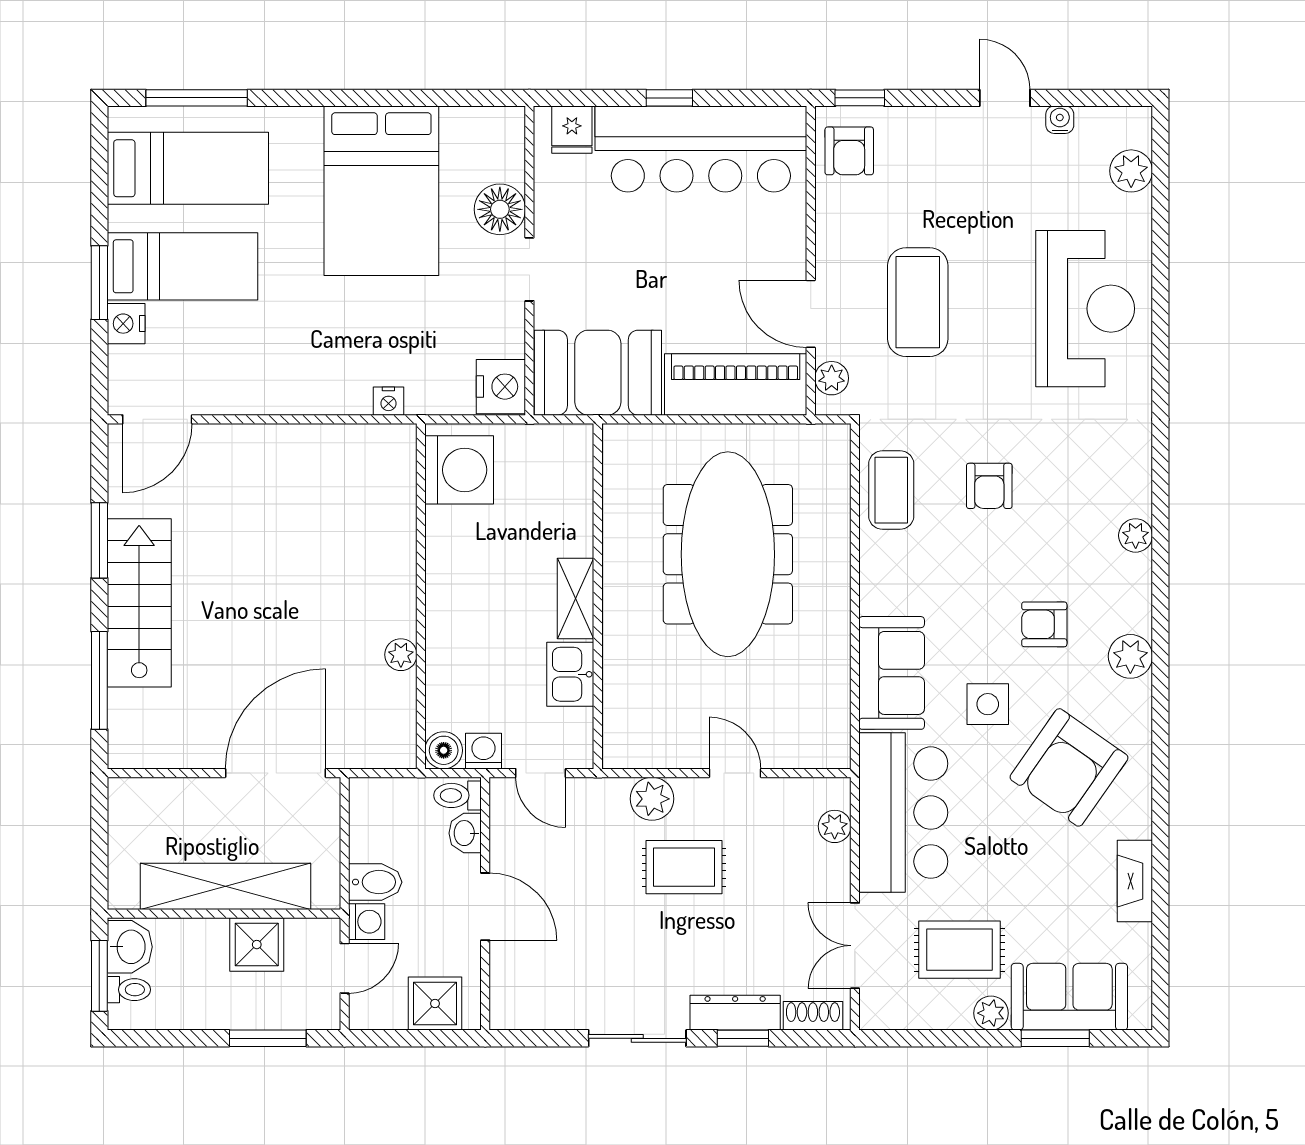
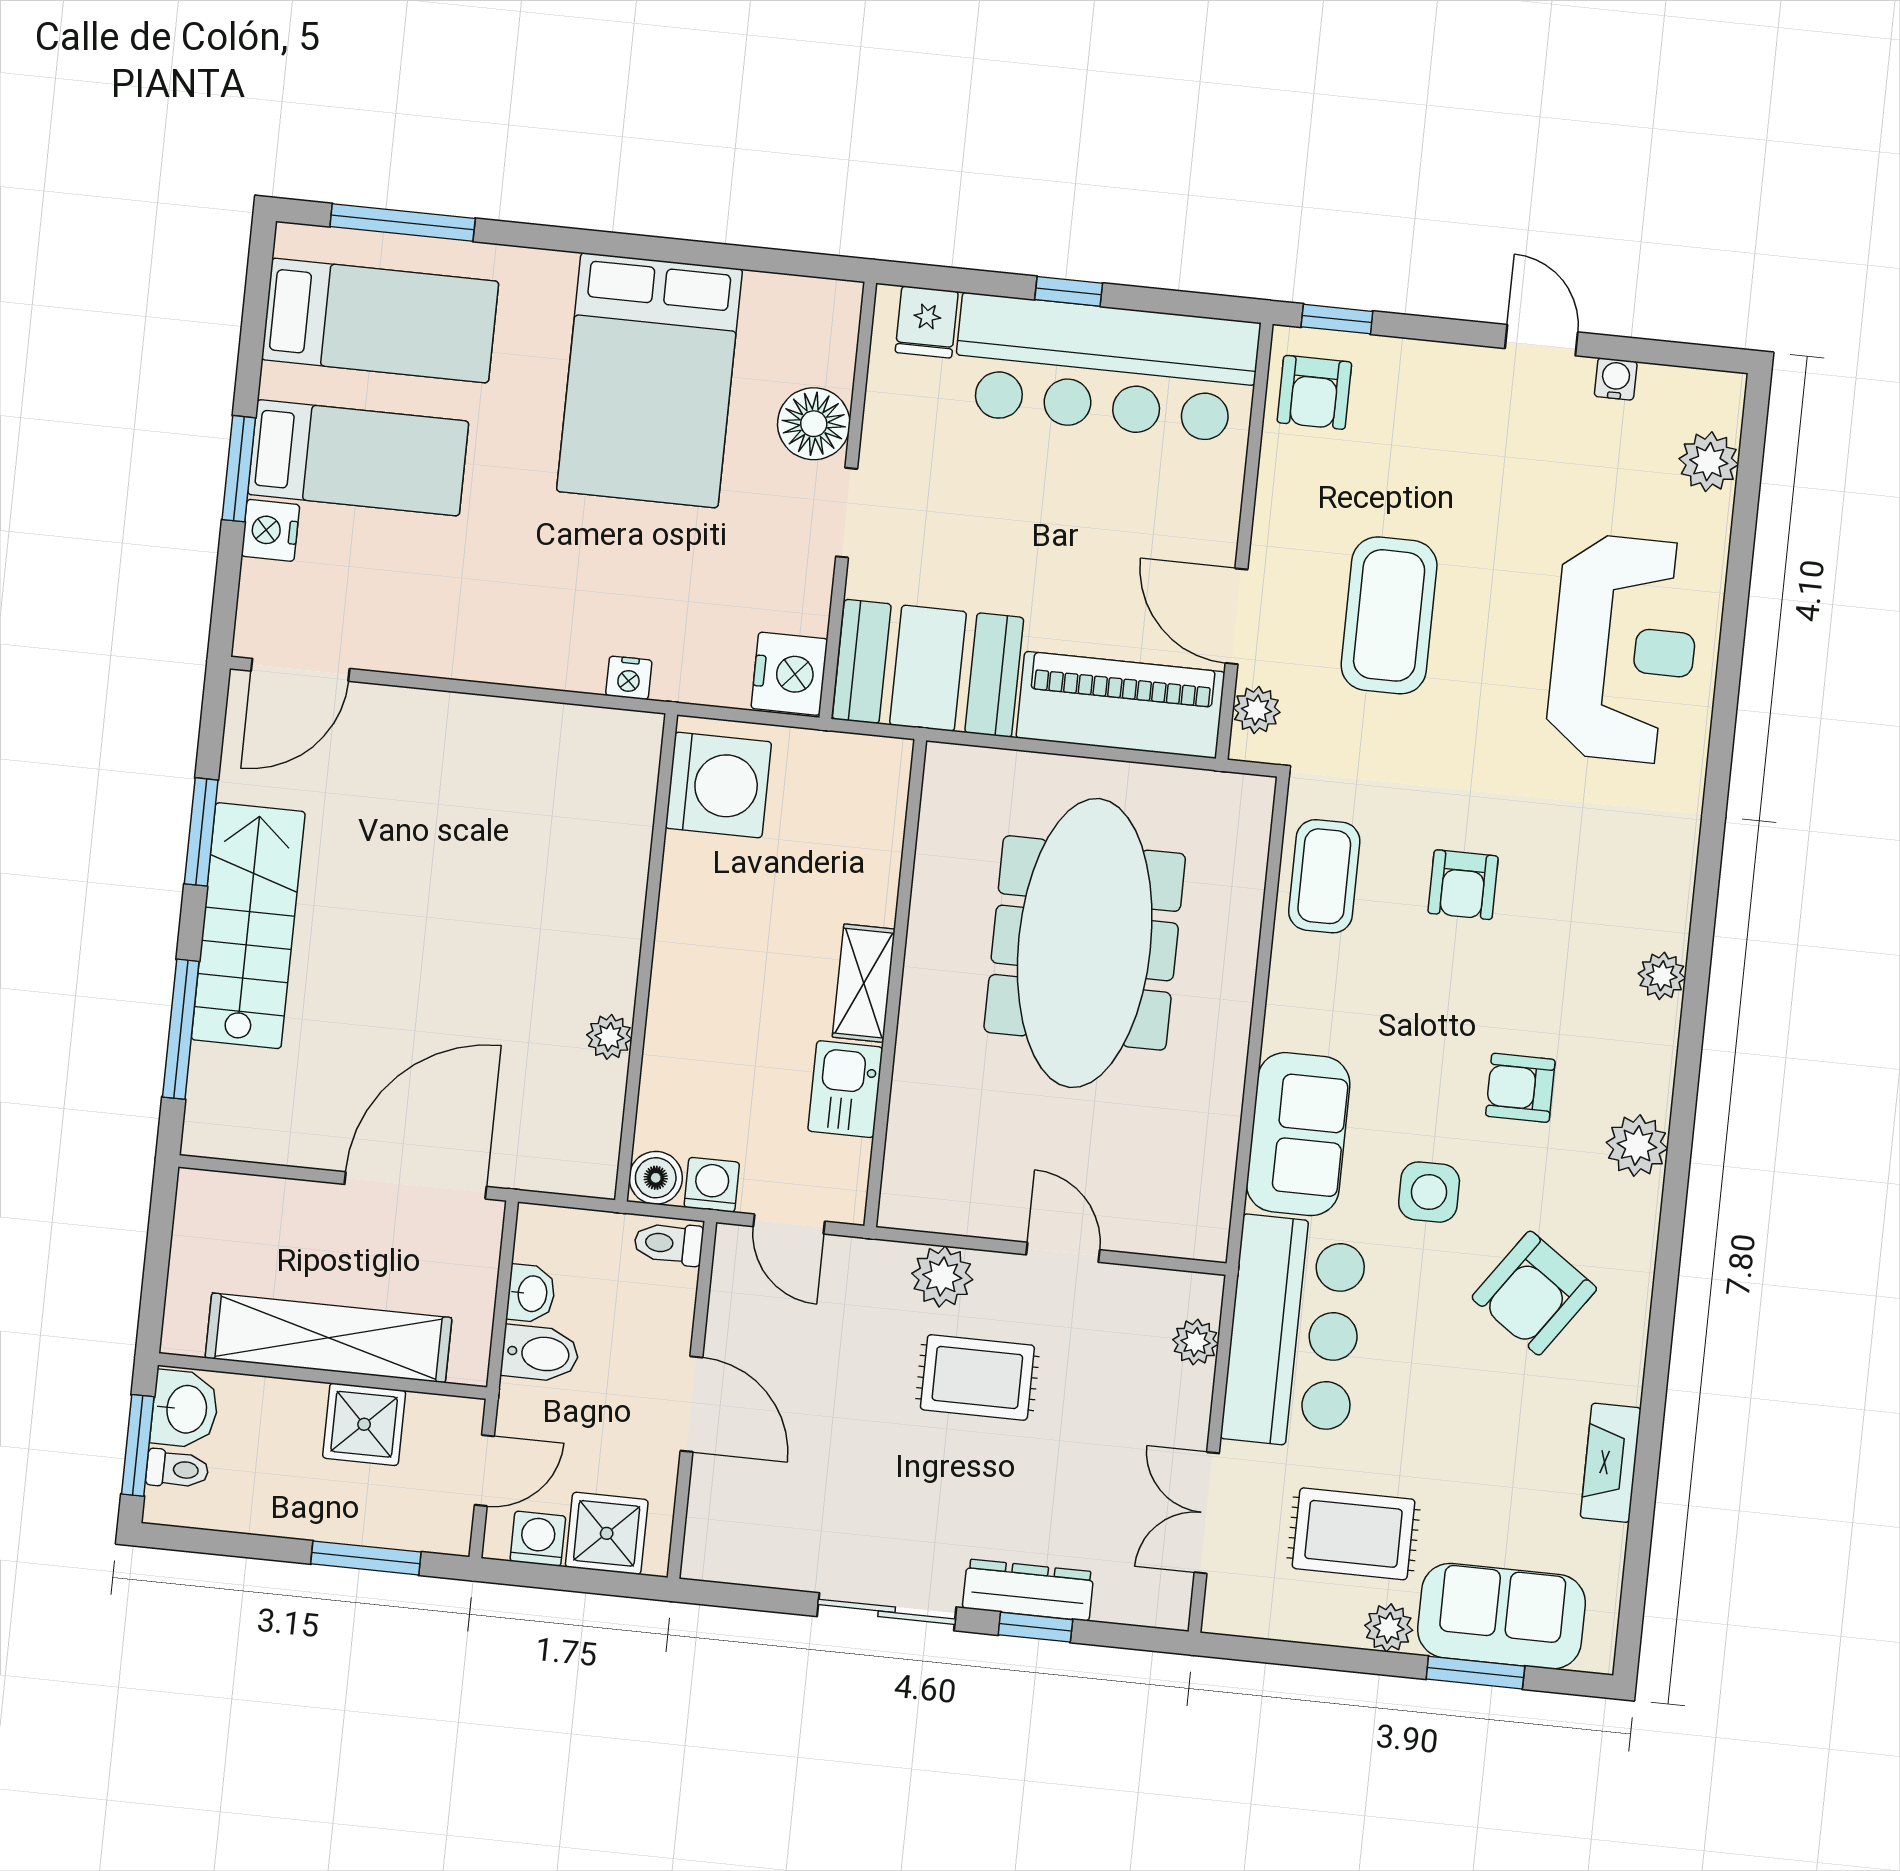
armchair: (1069, 767) -> (1534, 1293), width x0.73, depth x0.73
washbasin: (465, 833) -> (531, 1294), moved, turned 180
washing machine: (367, 922) -> (538, 1539), moved, turned -90
shoe rack: (813, 1016) -> (1137, 1606), removed

